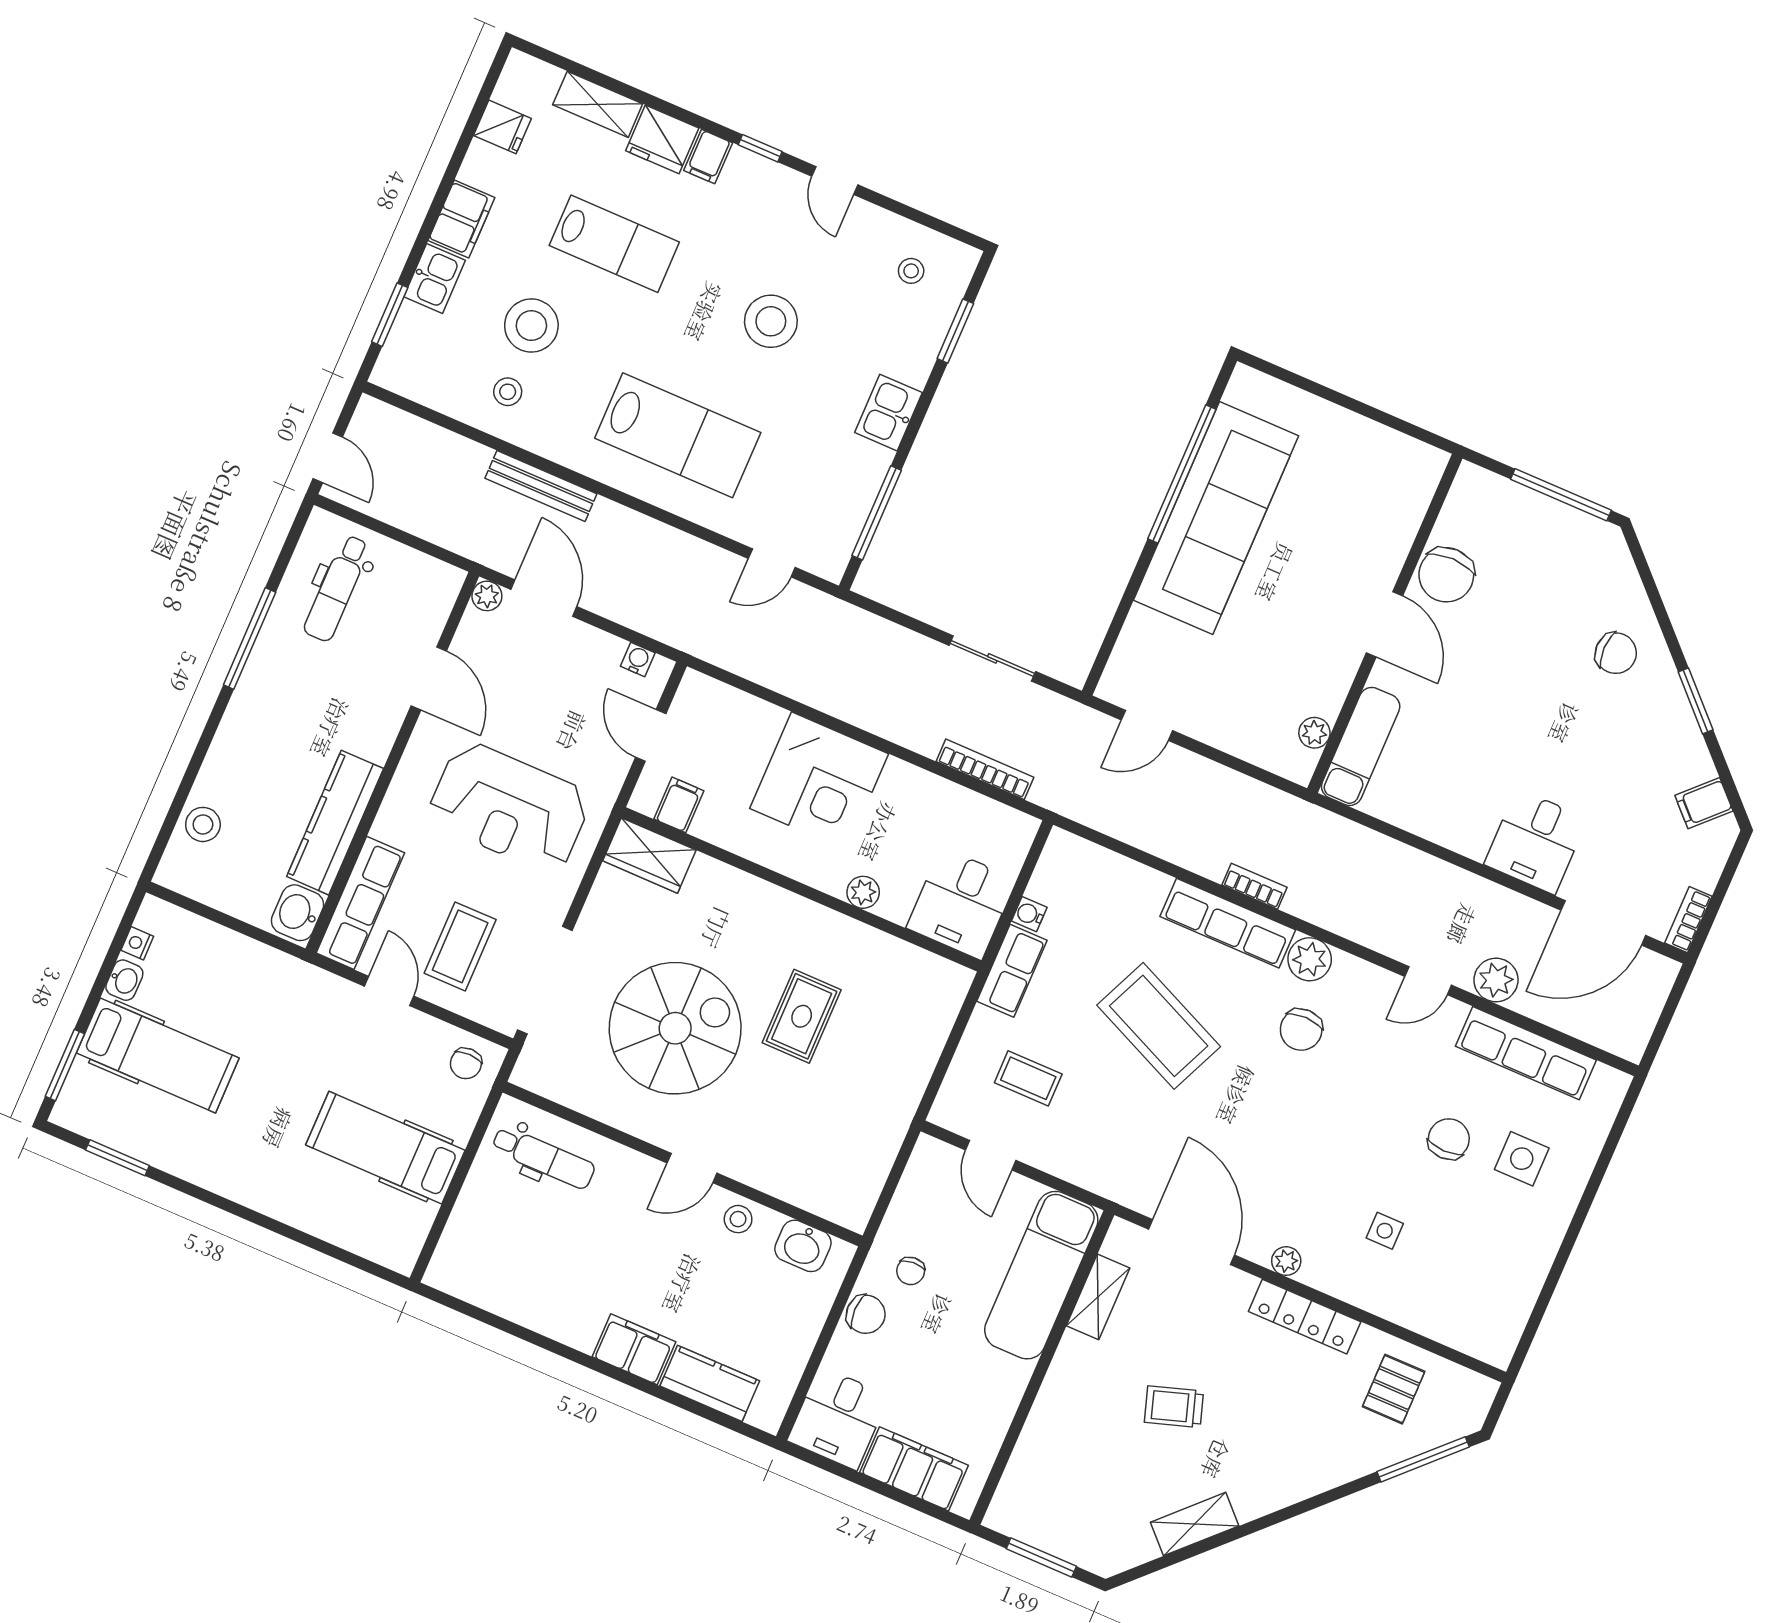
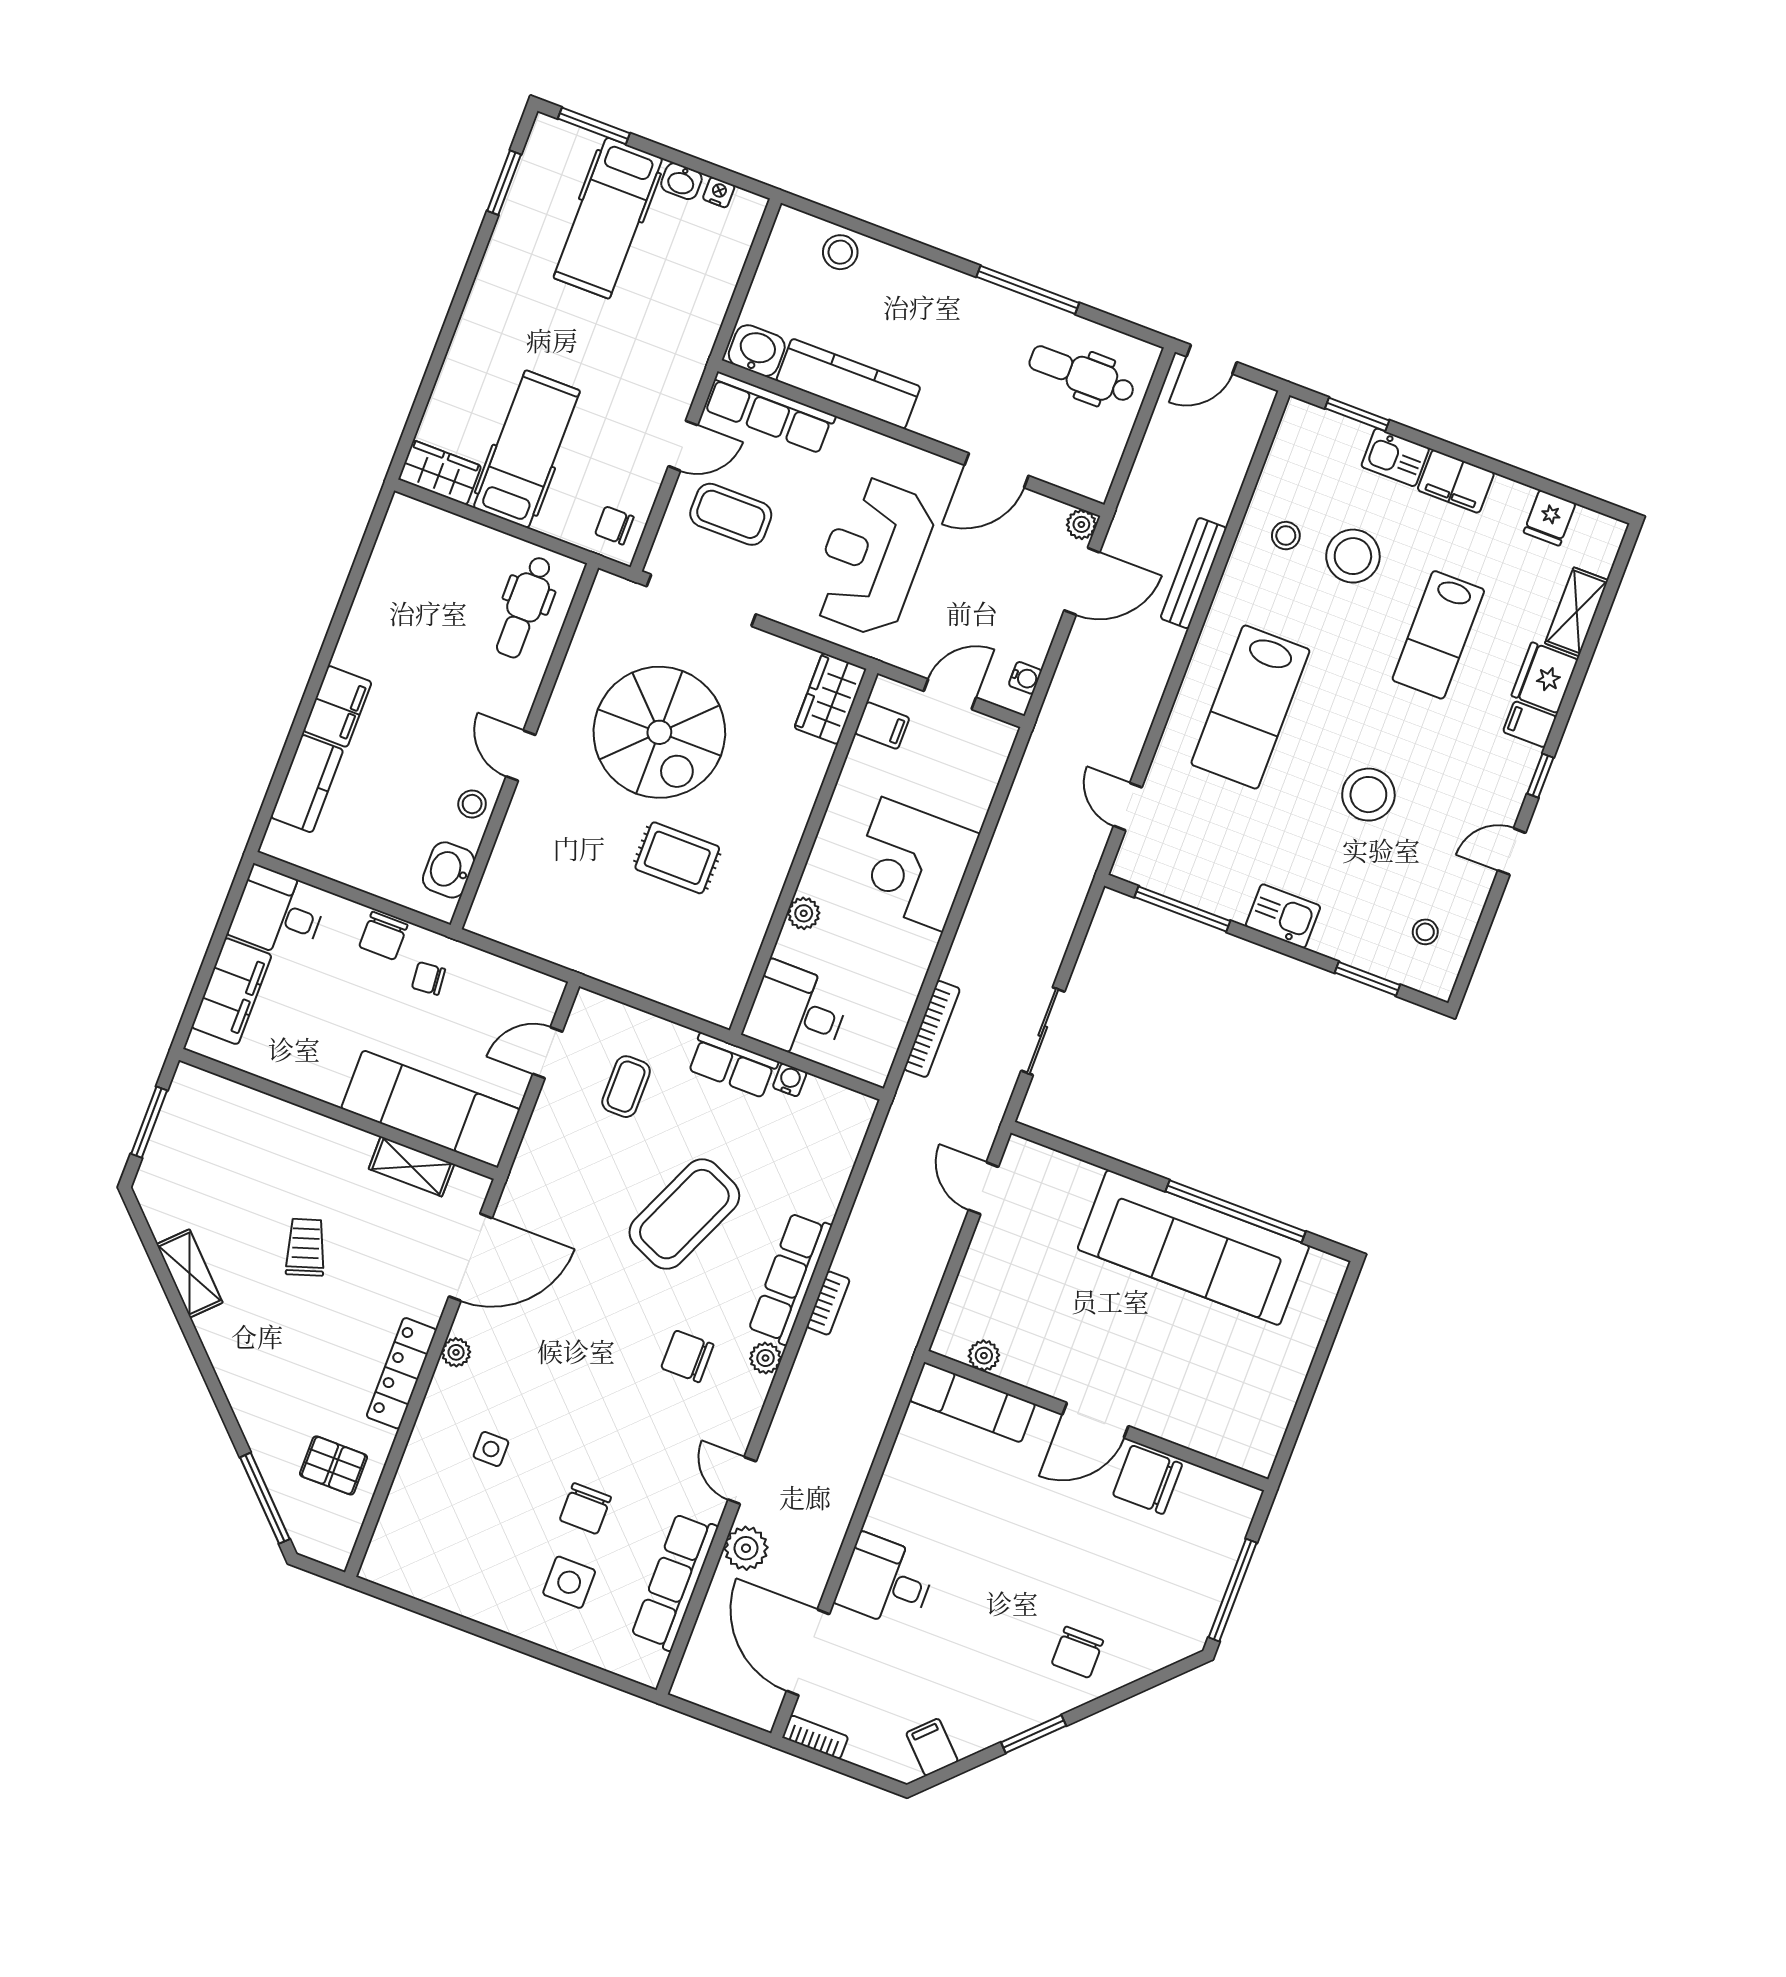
plant: (1310, 959) -> (765, 1358), width x0.73, depth x0.73
chair: (1449, 1139) -> (585, 1509), turned 90
wardrobe: (405, 1236) -> (440, 473), added

